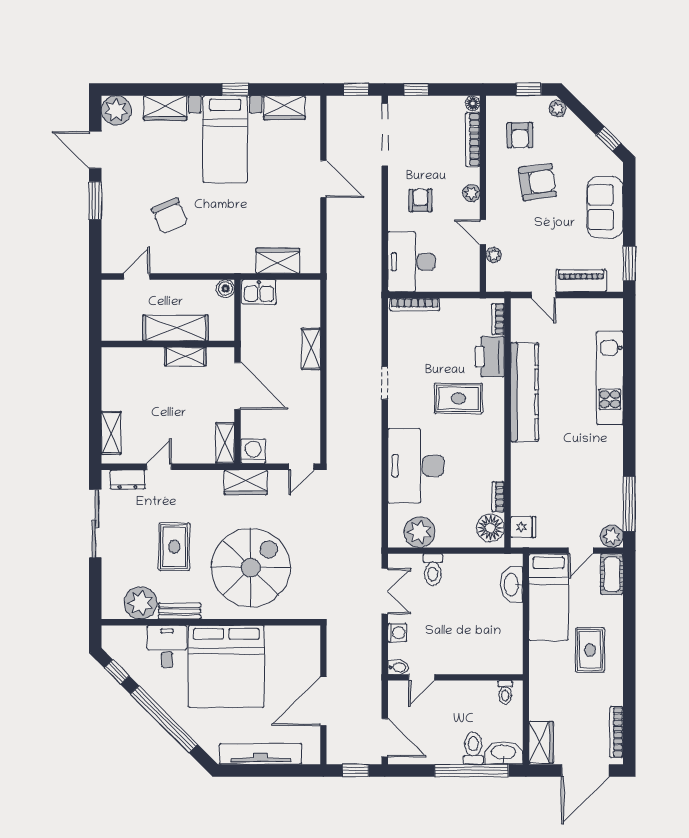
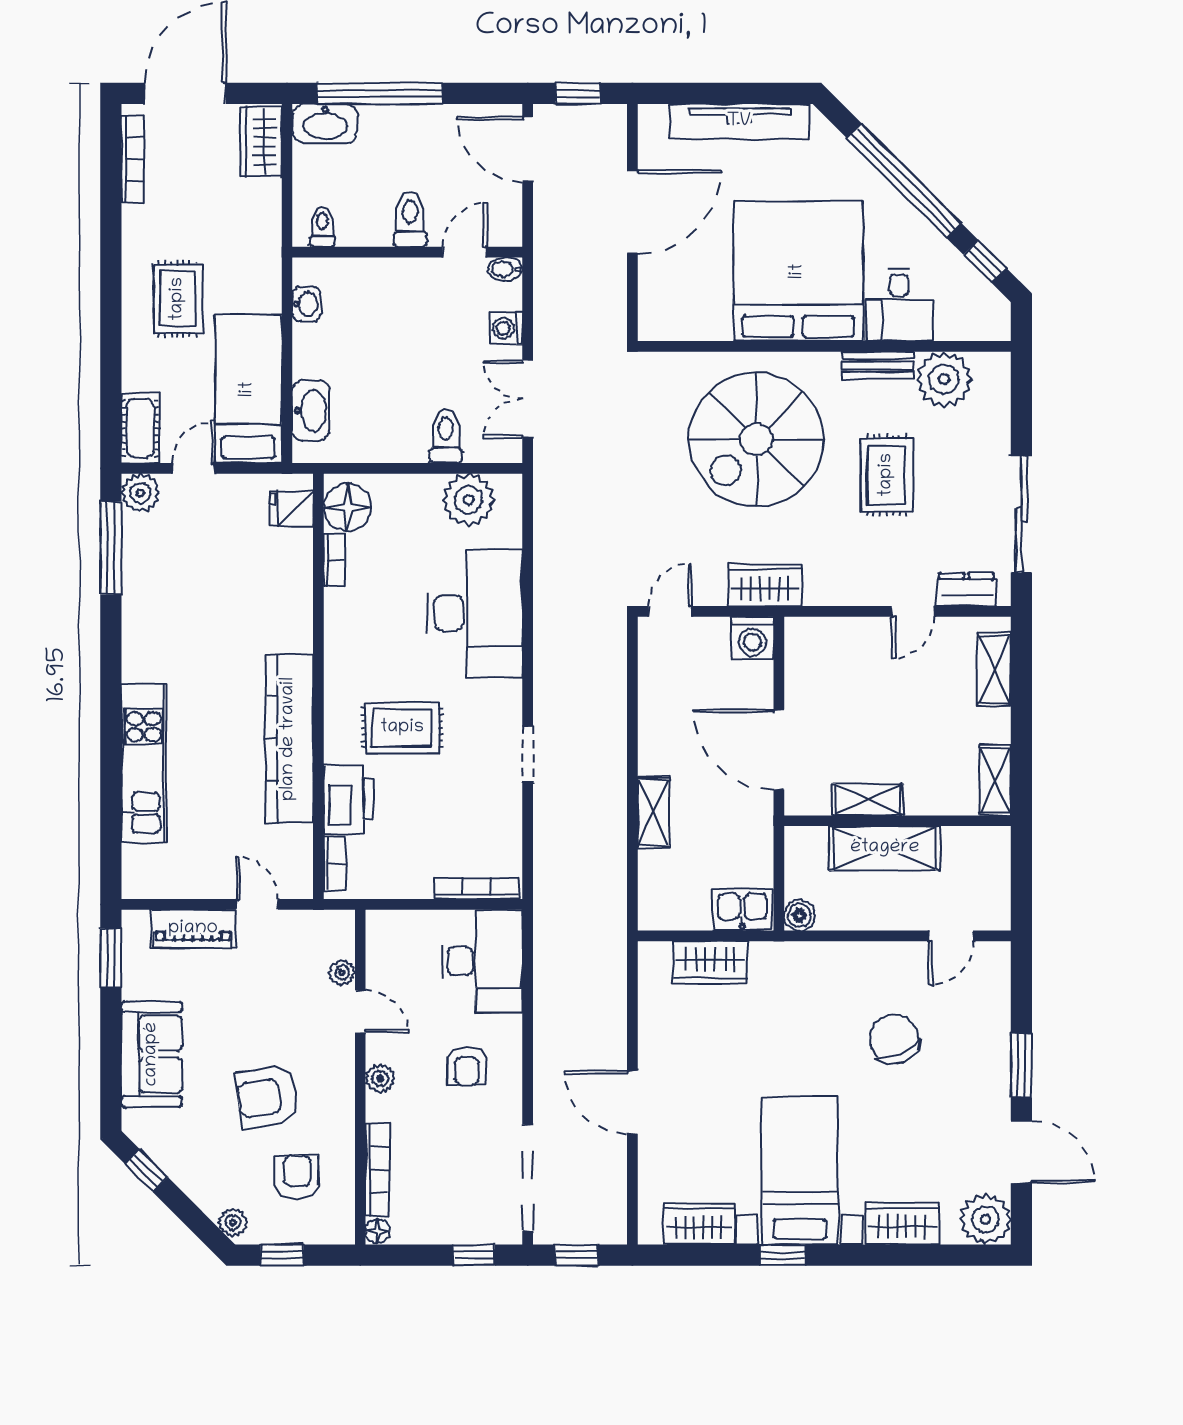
shelving: (225, 443) -> (995, 780), moved
washbasin: (515, 647) -> (306, 304), added
toilet: (473, 748) -> (410, 219), moved, turned 180

